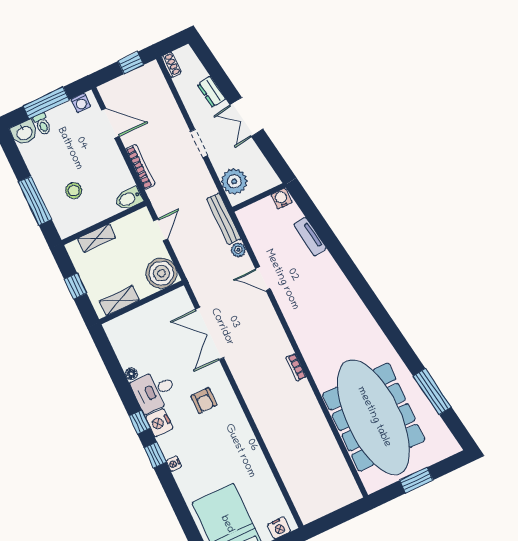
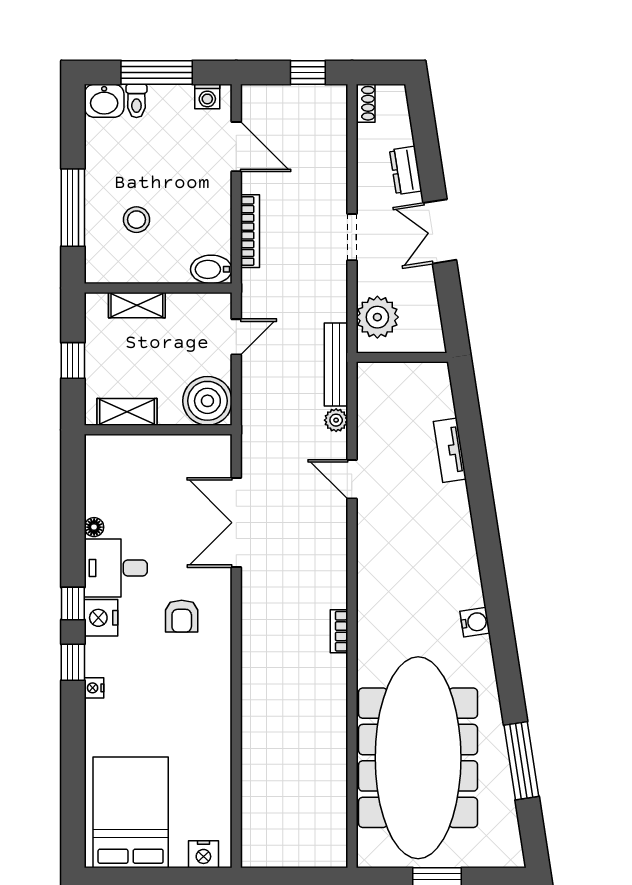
water cooler: (281, 199) -> (475, 622), moved, turned 81

